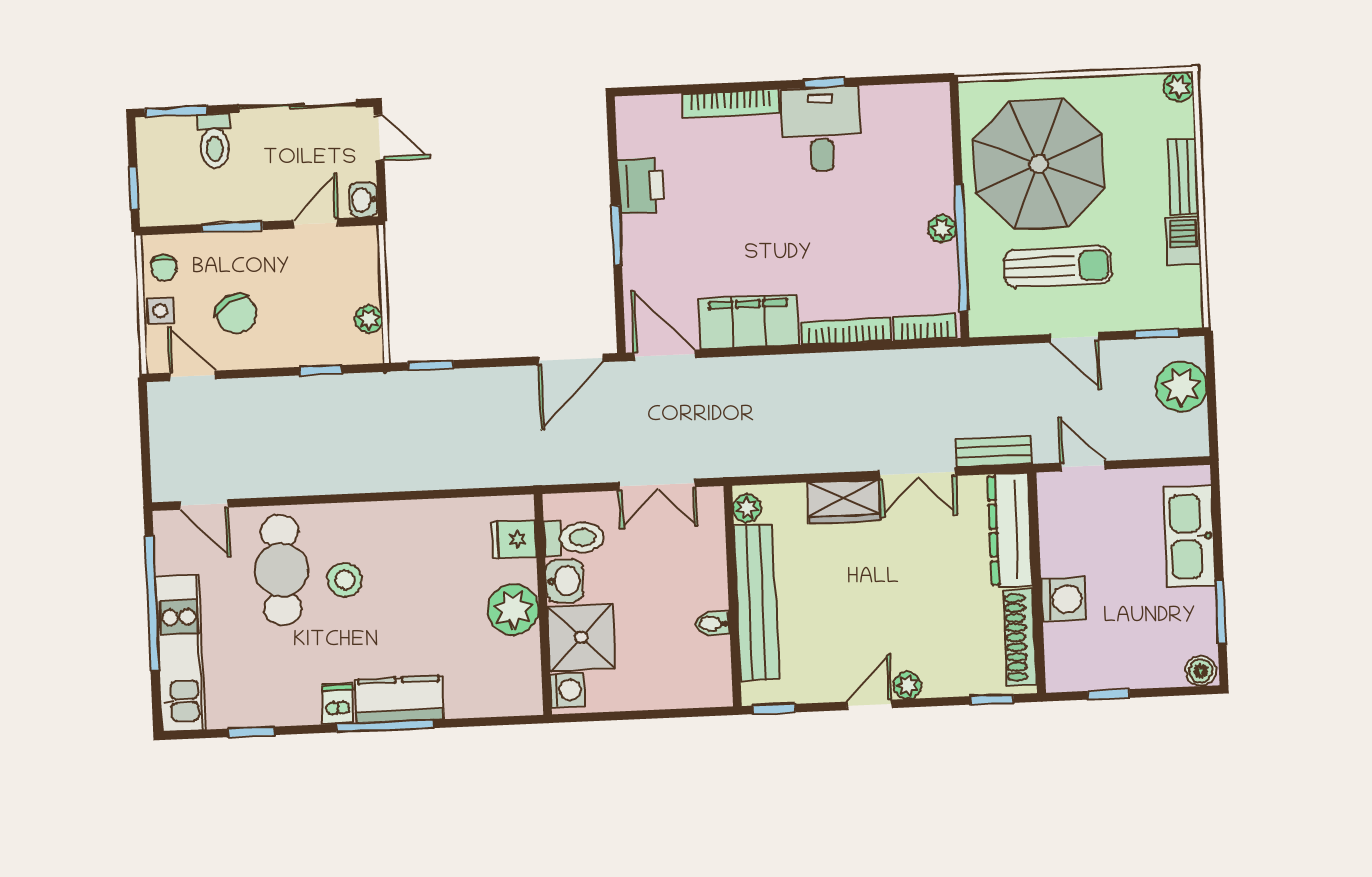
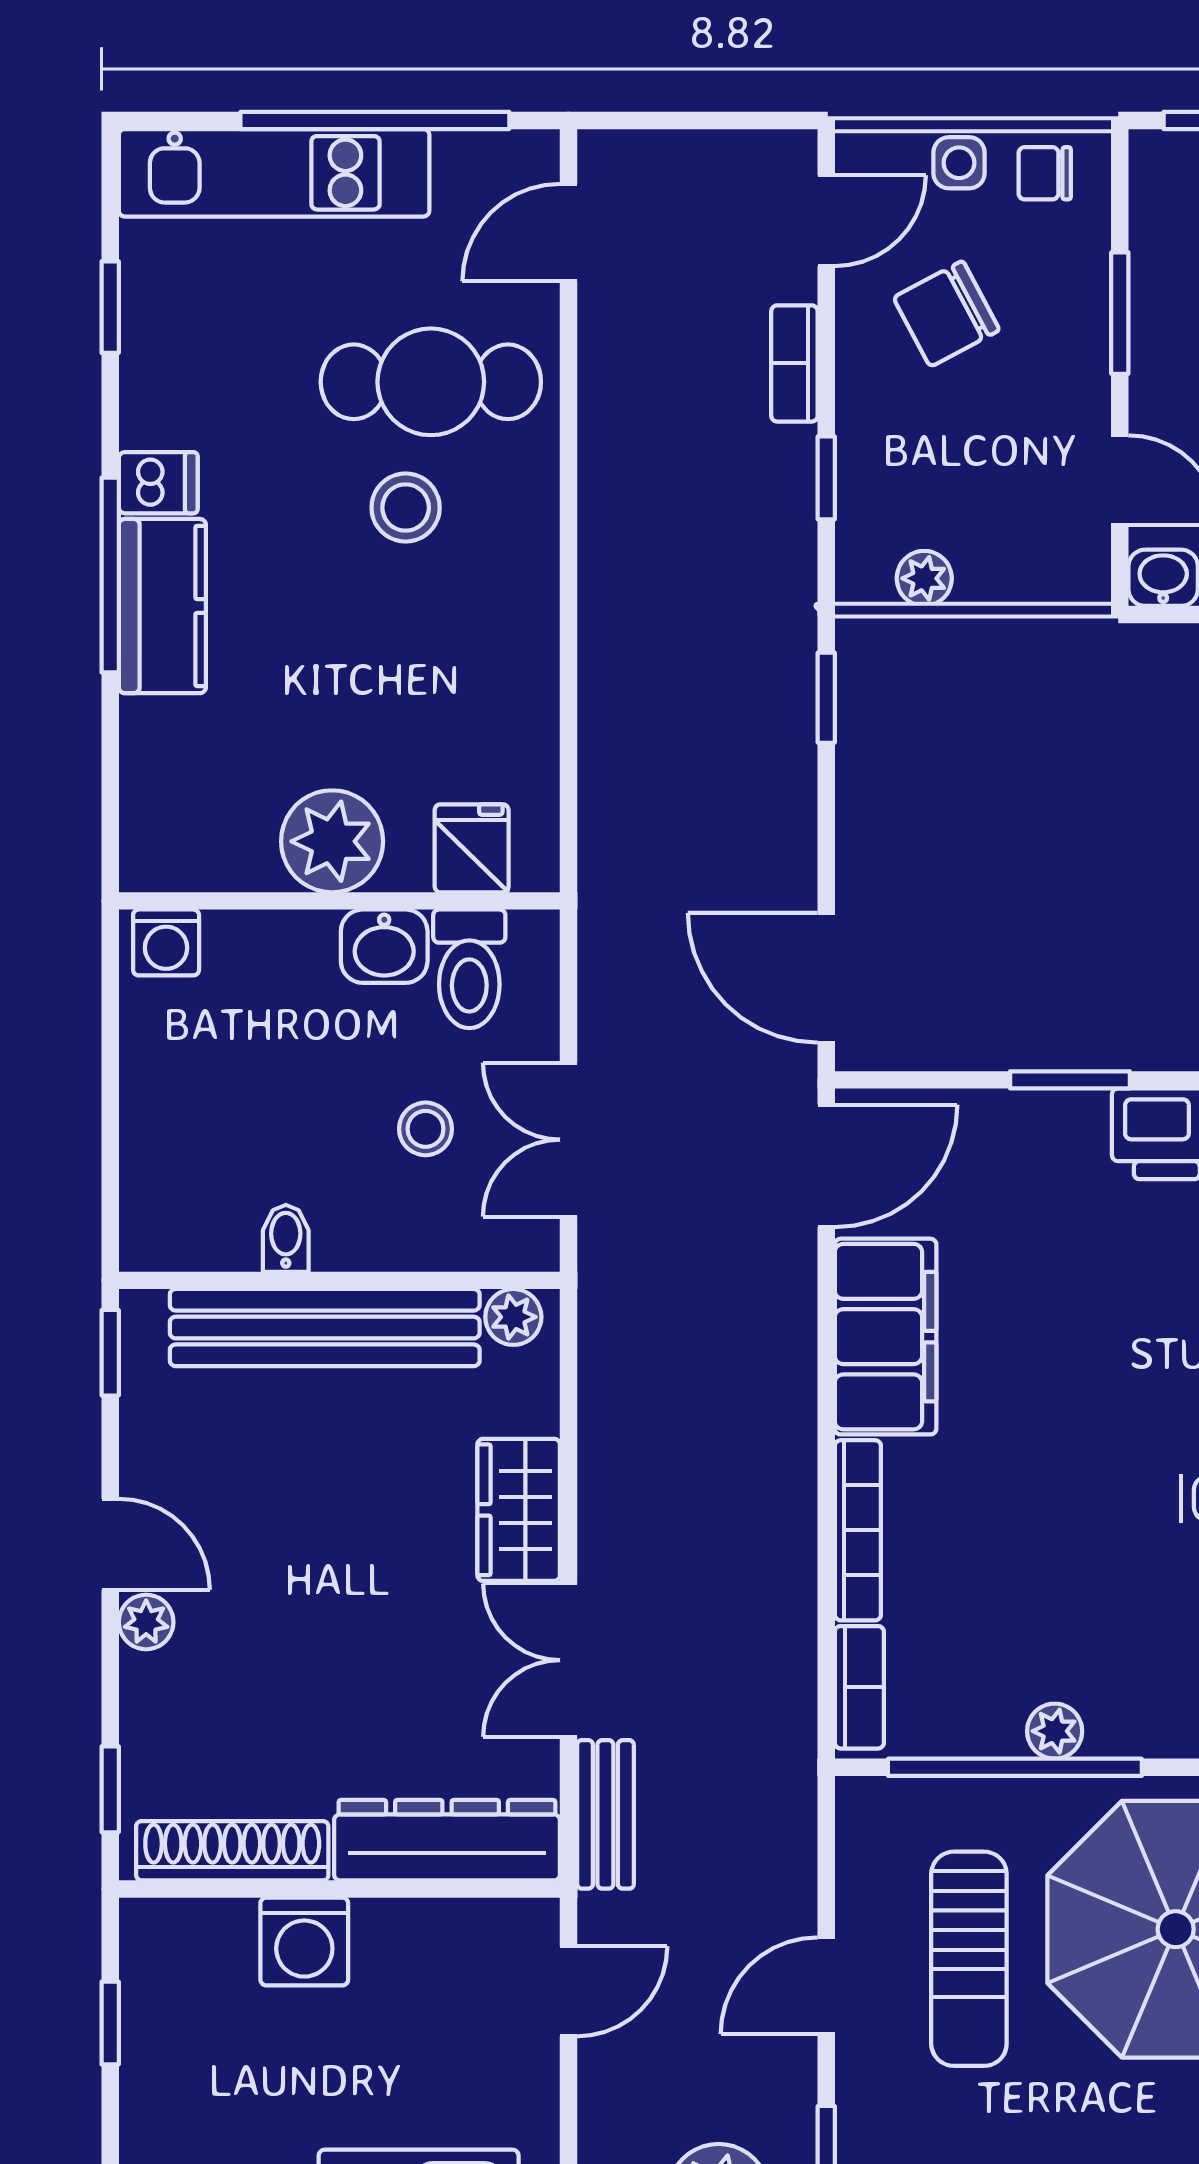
bookcase: (264, 389) -> (794, 363), added
stool: (655, 556) -> (426, 1129), added
shower: (581, 637) -> (270, 975), removed

